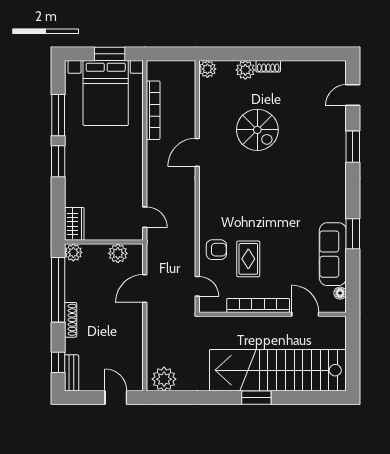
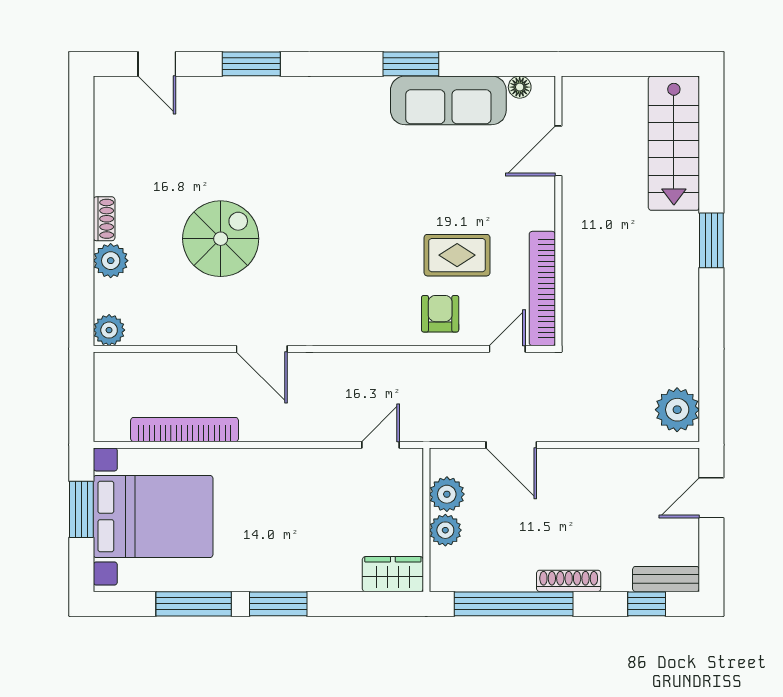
plant: (73, 252) -> (445, 530), moved
bookcase: (258, 305) -> (542, 289), moved
stairs: (278, 370) -> (674, 143), width x0.54, depth x0.66

